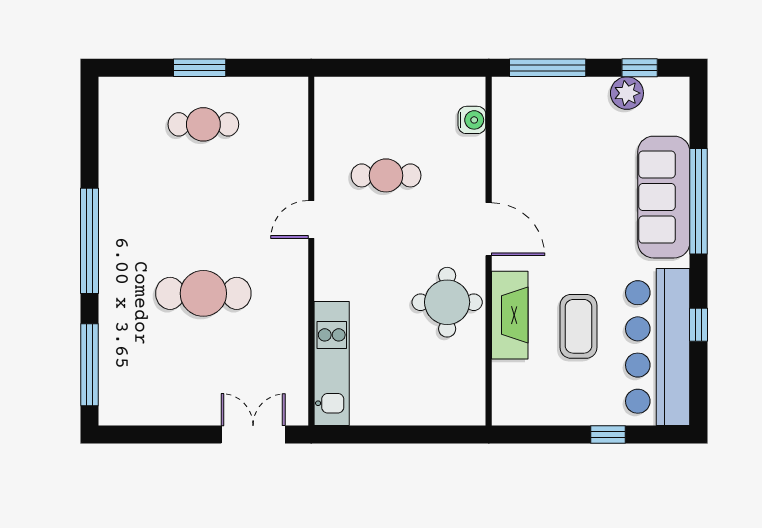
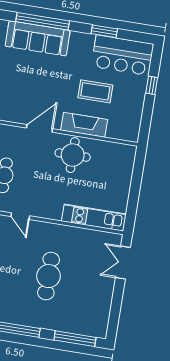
window: (699, 325) -> (104, 31), width x1.50
bar counter: (658, 347) -> (122, 55), width x0.73

